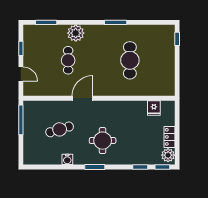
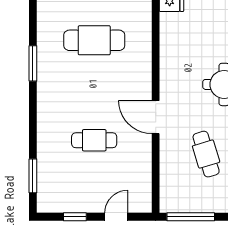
plant: (76, 33) -> (50, 128), removed

